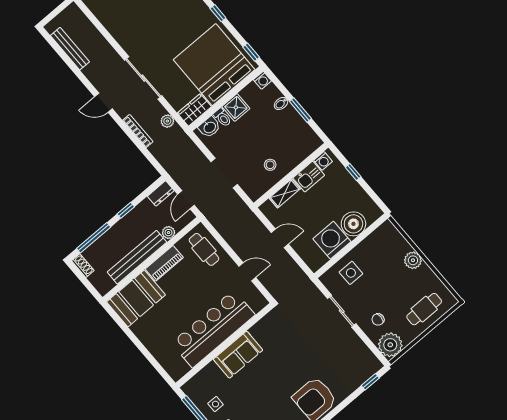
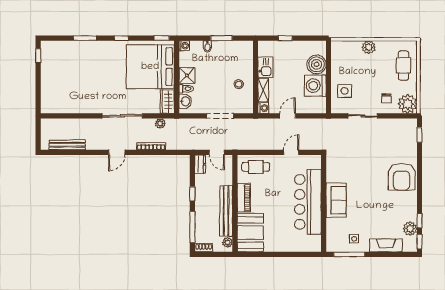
washing machine: (323, 161) -> (263, 108), moved
plant: (168, 233) -> (227, 242), moved

